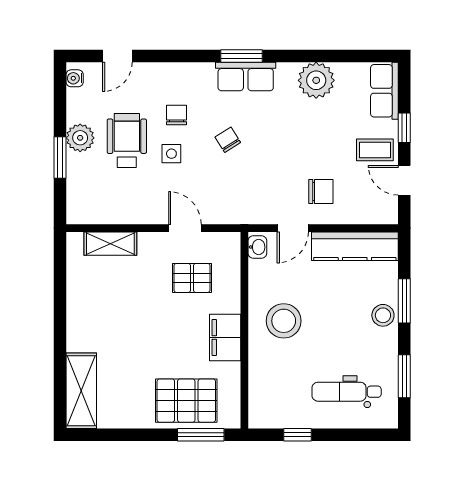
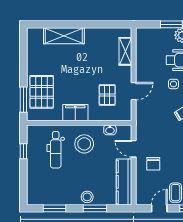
washbasin: (257, 247) -> (110, 130), moved
shelving: (81, 391) -> (64, 36), moved
dental chair: (347, 392) -> (56, 150), moved, turned 180

